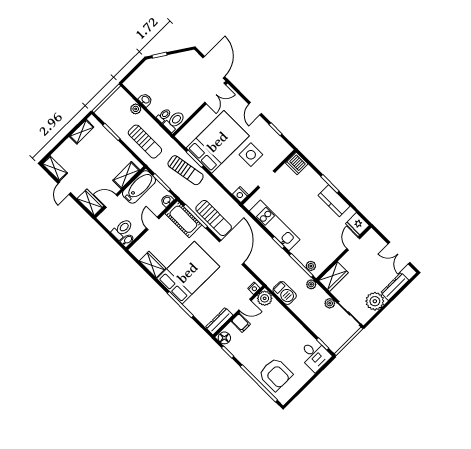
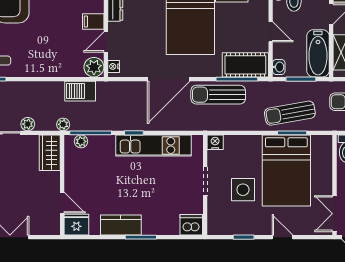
door: (231, 252) -> (169, 79), hinge flipped

